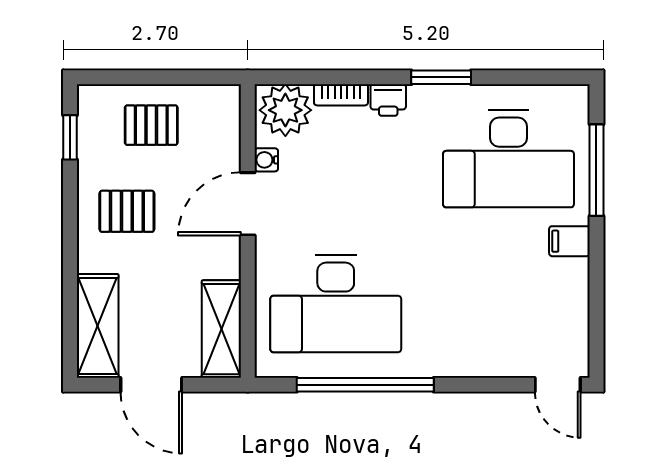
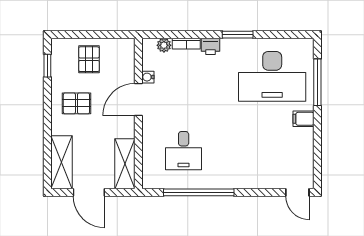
plant: (285, 110) -> (164, 45), width x0.53, depth x0.53
pallet: (151, 125) -> (89, 59), turned 90
desk: (336, 303) -> (184, 151), width x0.53, depth x0.77

